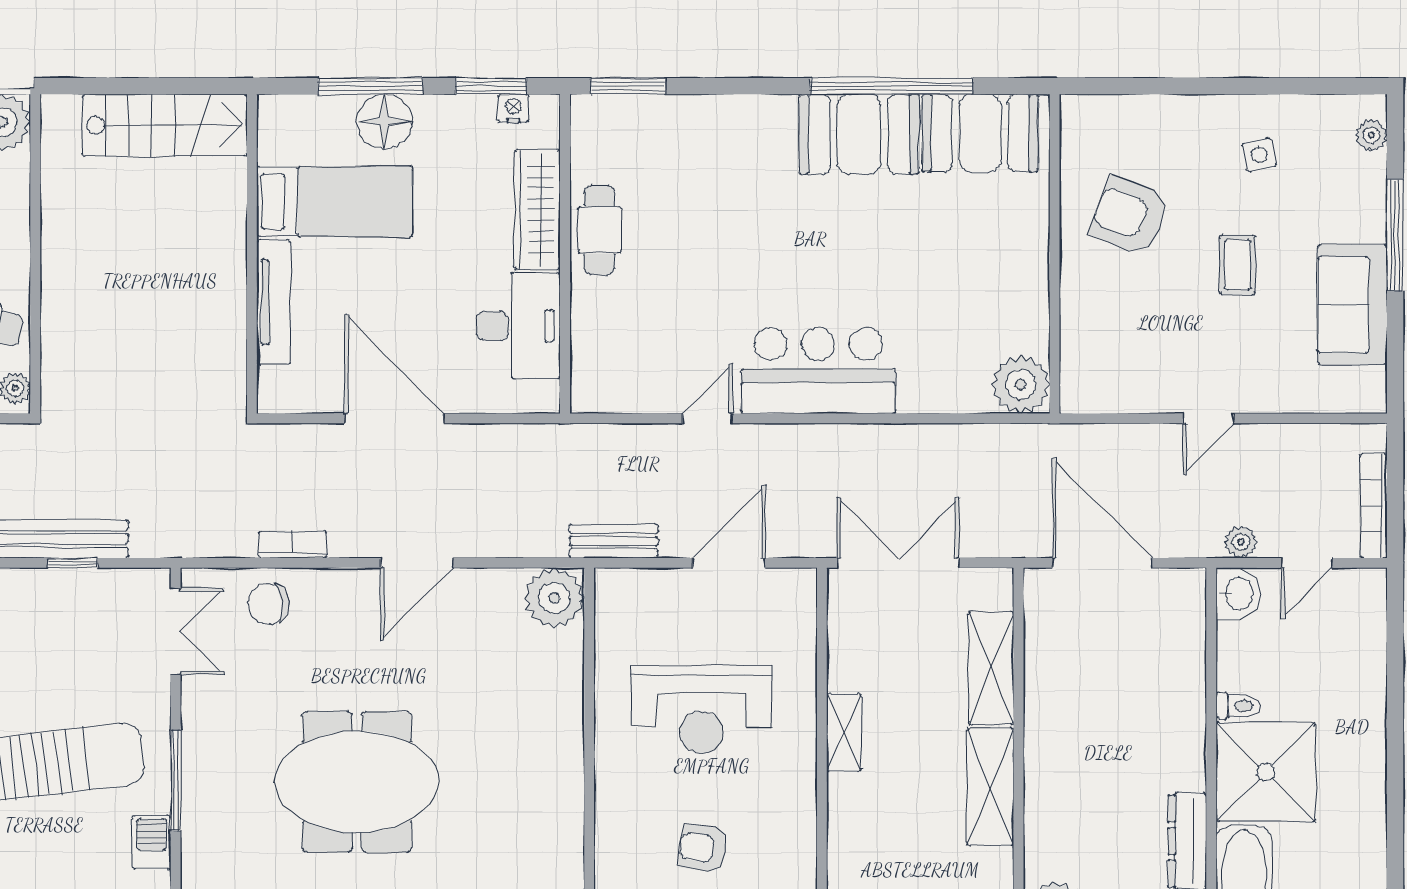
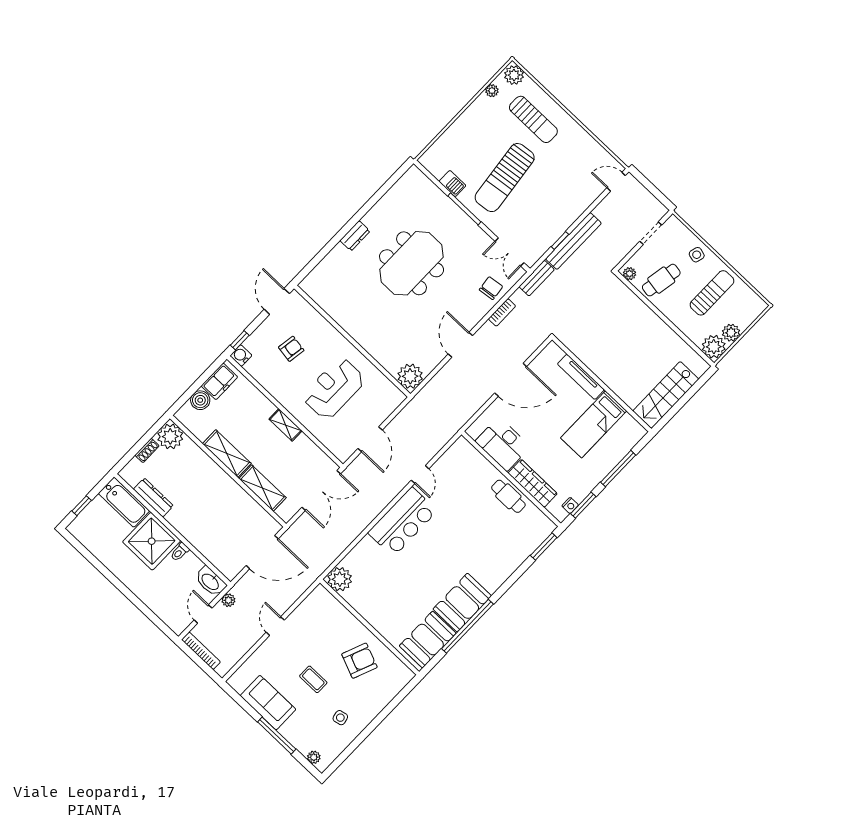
floor lamp: (384, 121) -> (603, 463), removed
bench: (614, 541) -> (537, 278), moved
washbasin: (1238, 594) -> (211, 581), width x1.38

